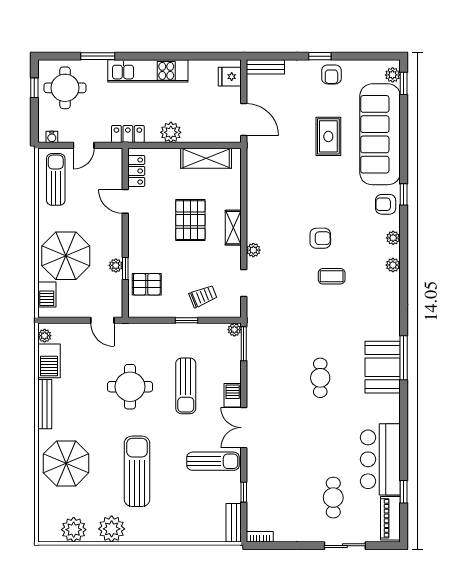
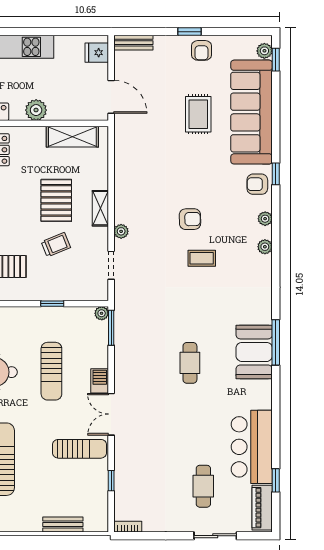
trolley: (203, 296) -> (56, 245), moved
bench: (234, 523) -> (63, 524), moved, turned 90

